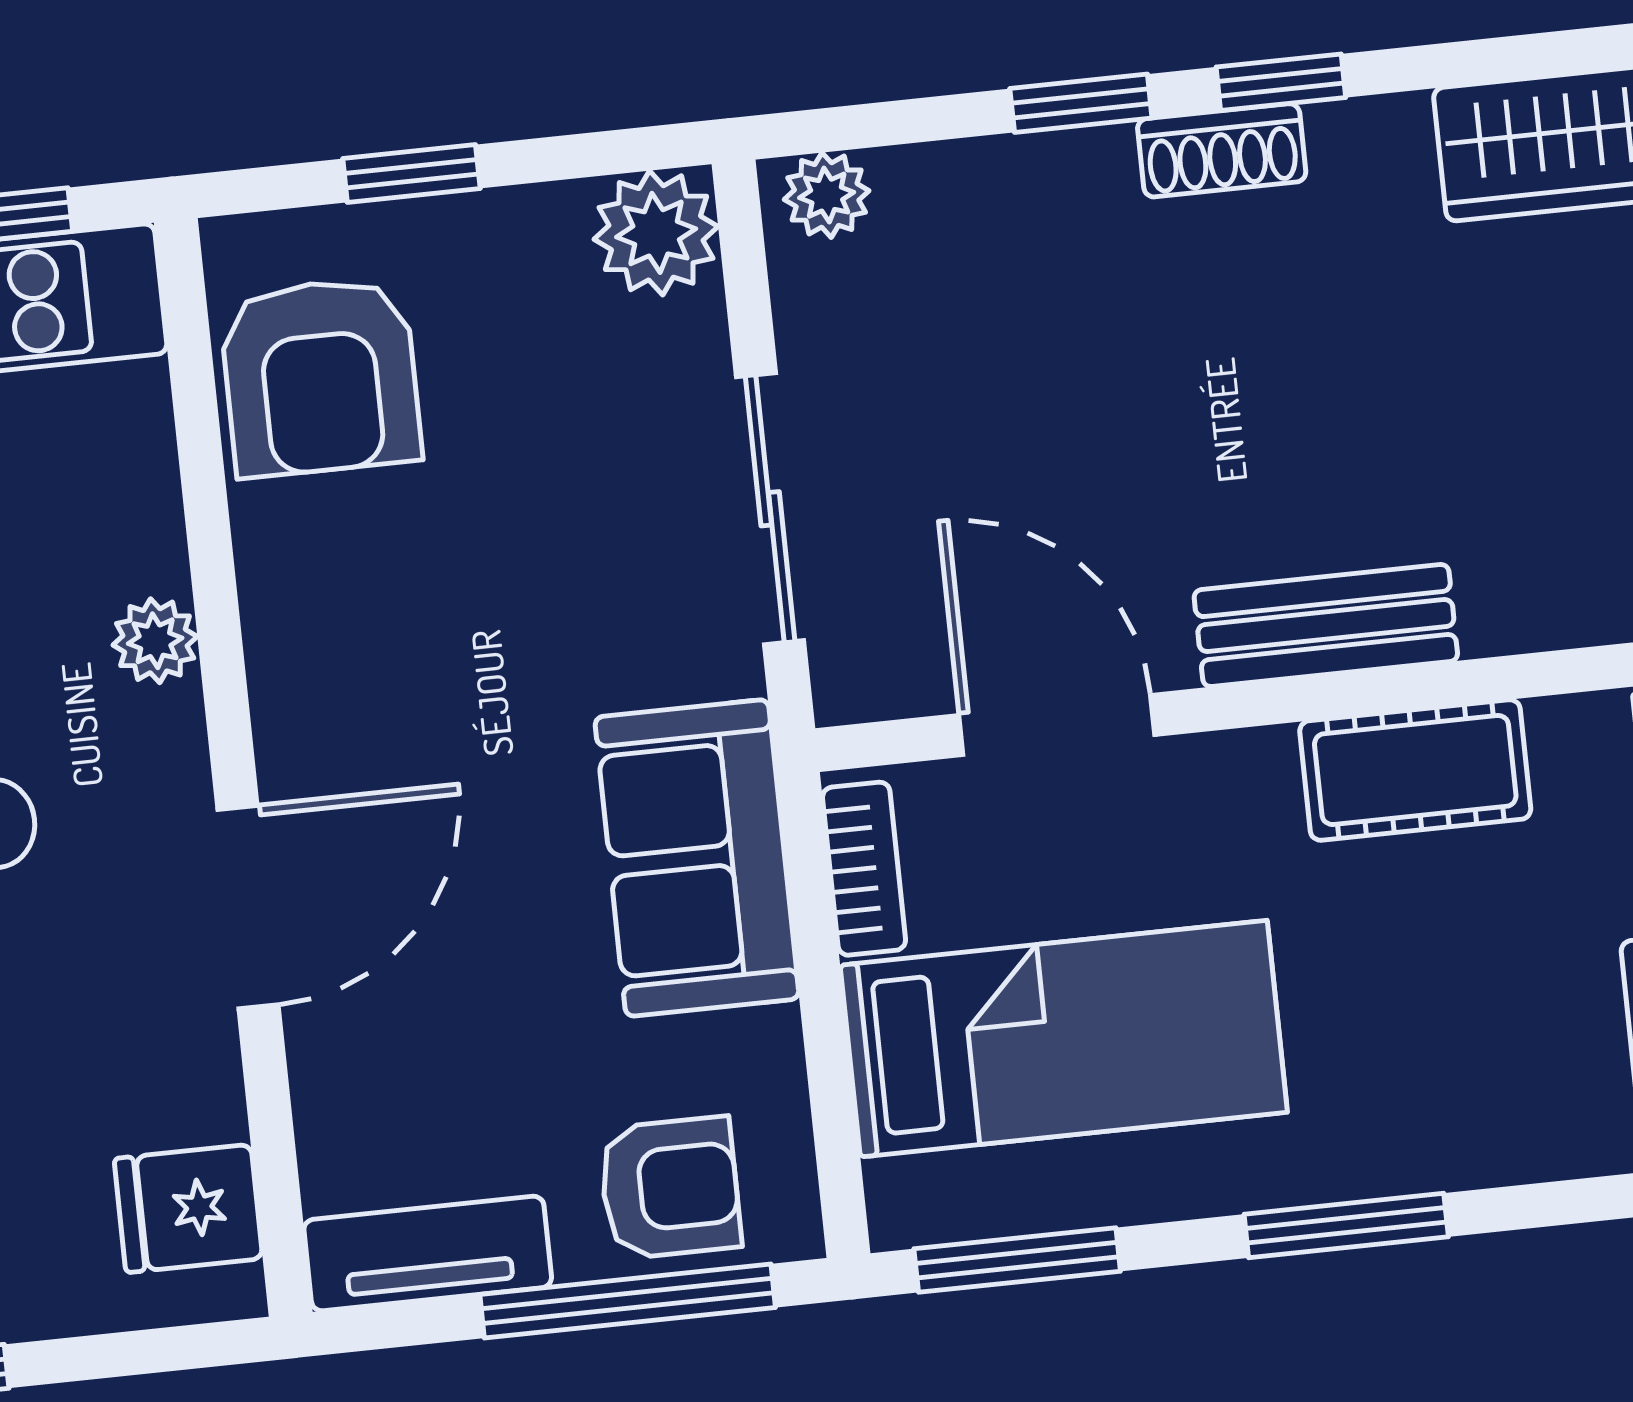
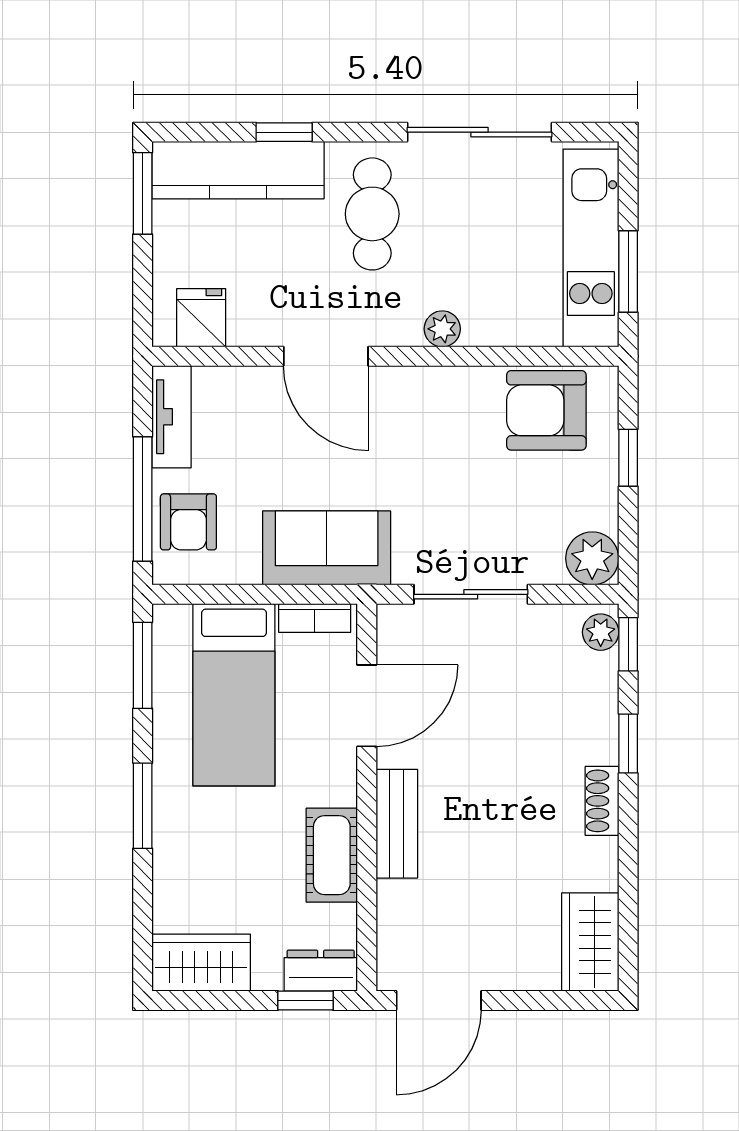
window: (1281, 82) -> (628, 644), moved

